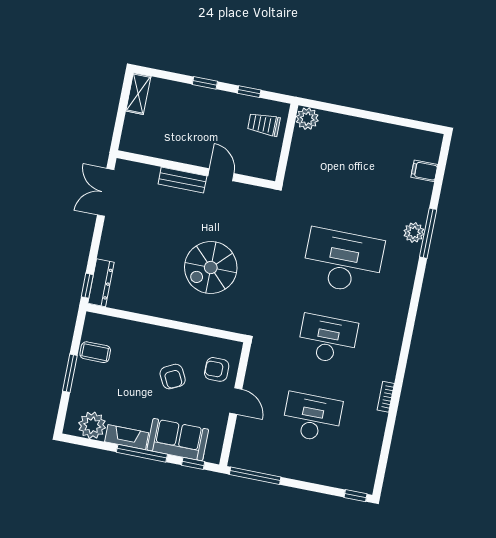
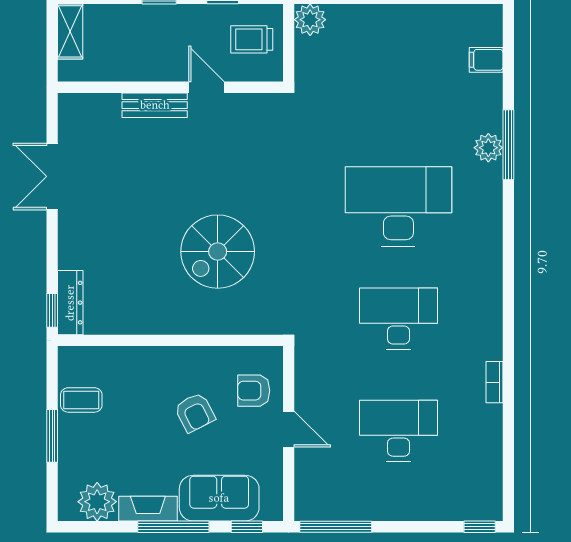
wall: (196, 170) -> (170, 87), moved
door: (221, 175) -> (206, 87), moved
bench: (182, 180) -> (155, 105), moved

